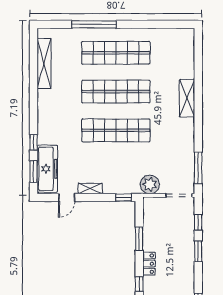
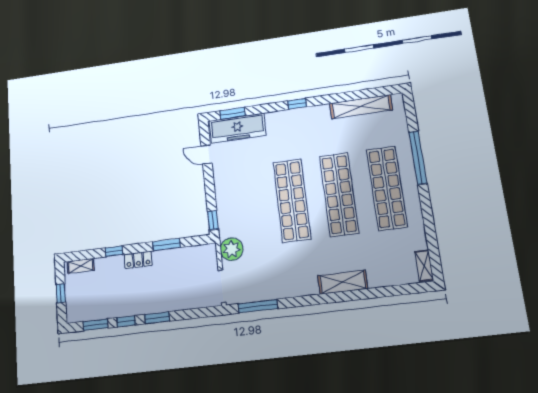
window: (34, 142) -> (297, 104), moved
shelving: (90, 188) -> (424, 266), moved
window: (198, 222) -> (126, 321), moved

